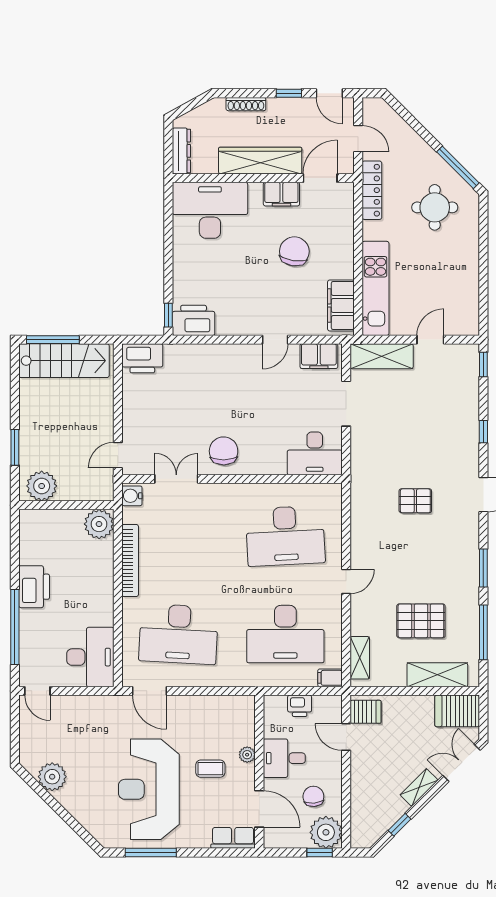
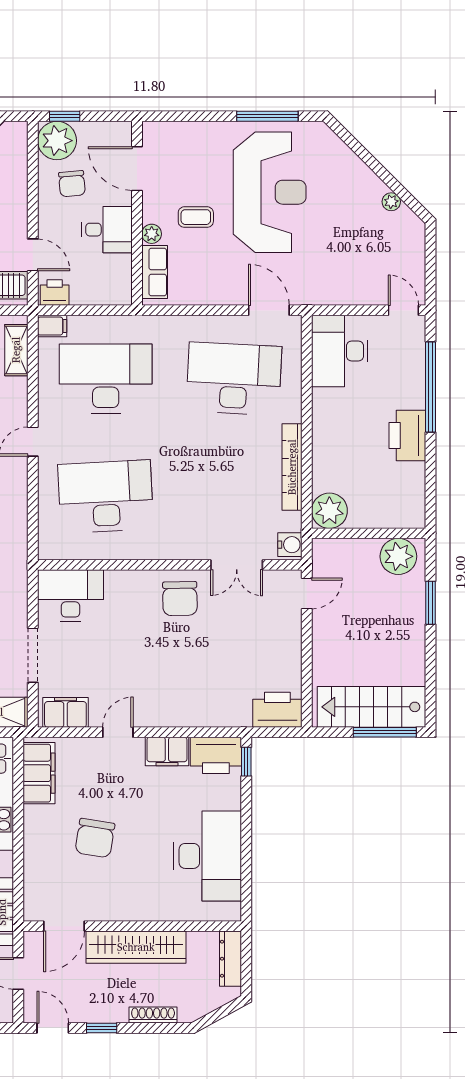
filing cabinet: (281, 194) -> (167, 751), moved, turned 180
desk: (210, 210) -> (208, 856), moved, turned -90
printer: (300, 706) -> (55, 293), moved
plant: (52, 777) -> (391, 202), width x0.53, depth x0.53
row of seats: (233, 838) -> (155, 272), moved, turned -90

